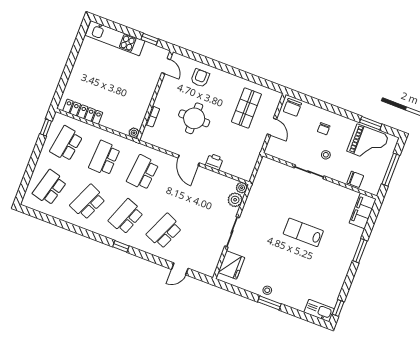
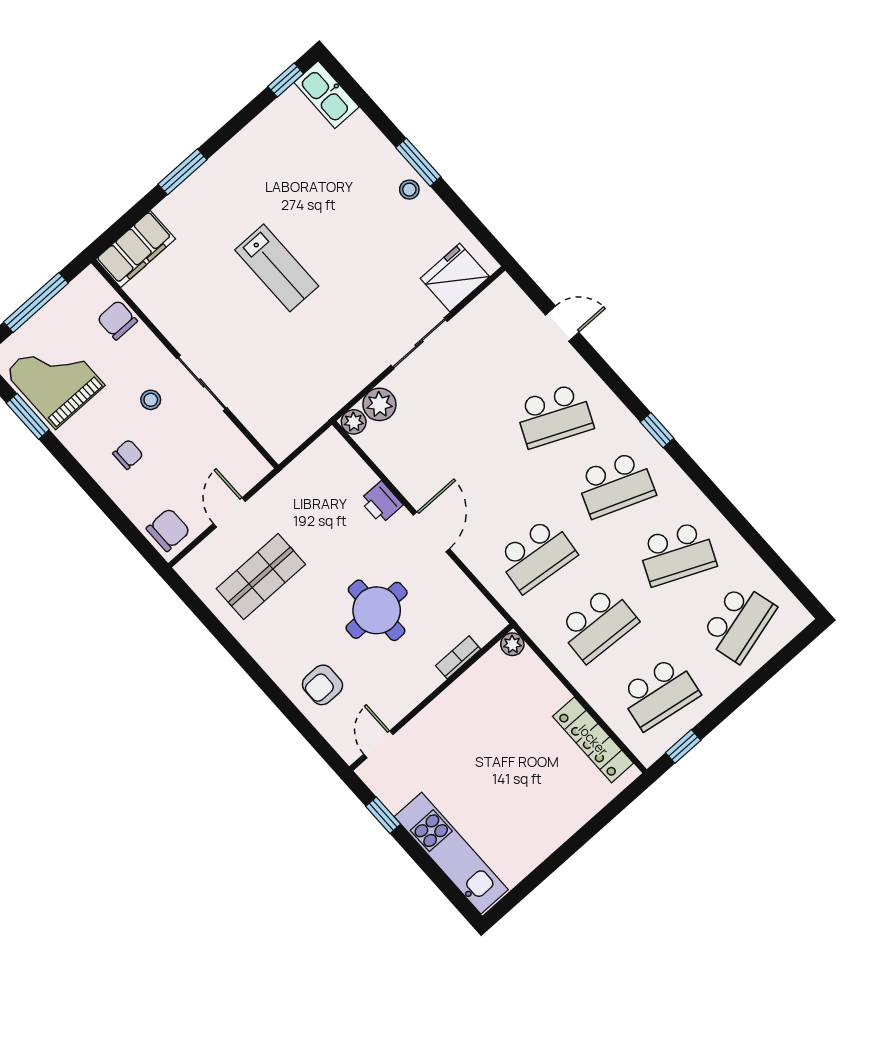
school desk: (50, 188) -> (738, 623), turned -30

